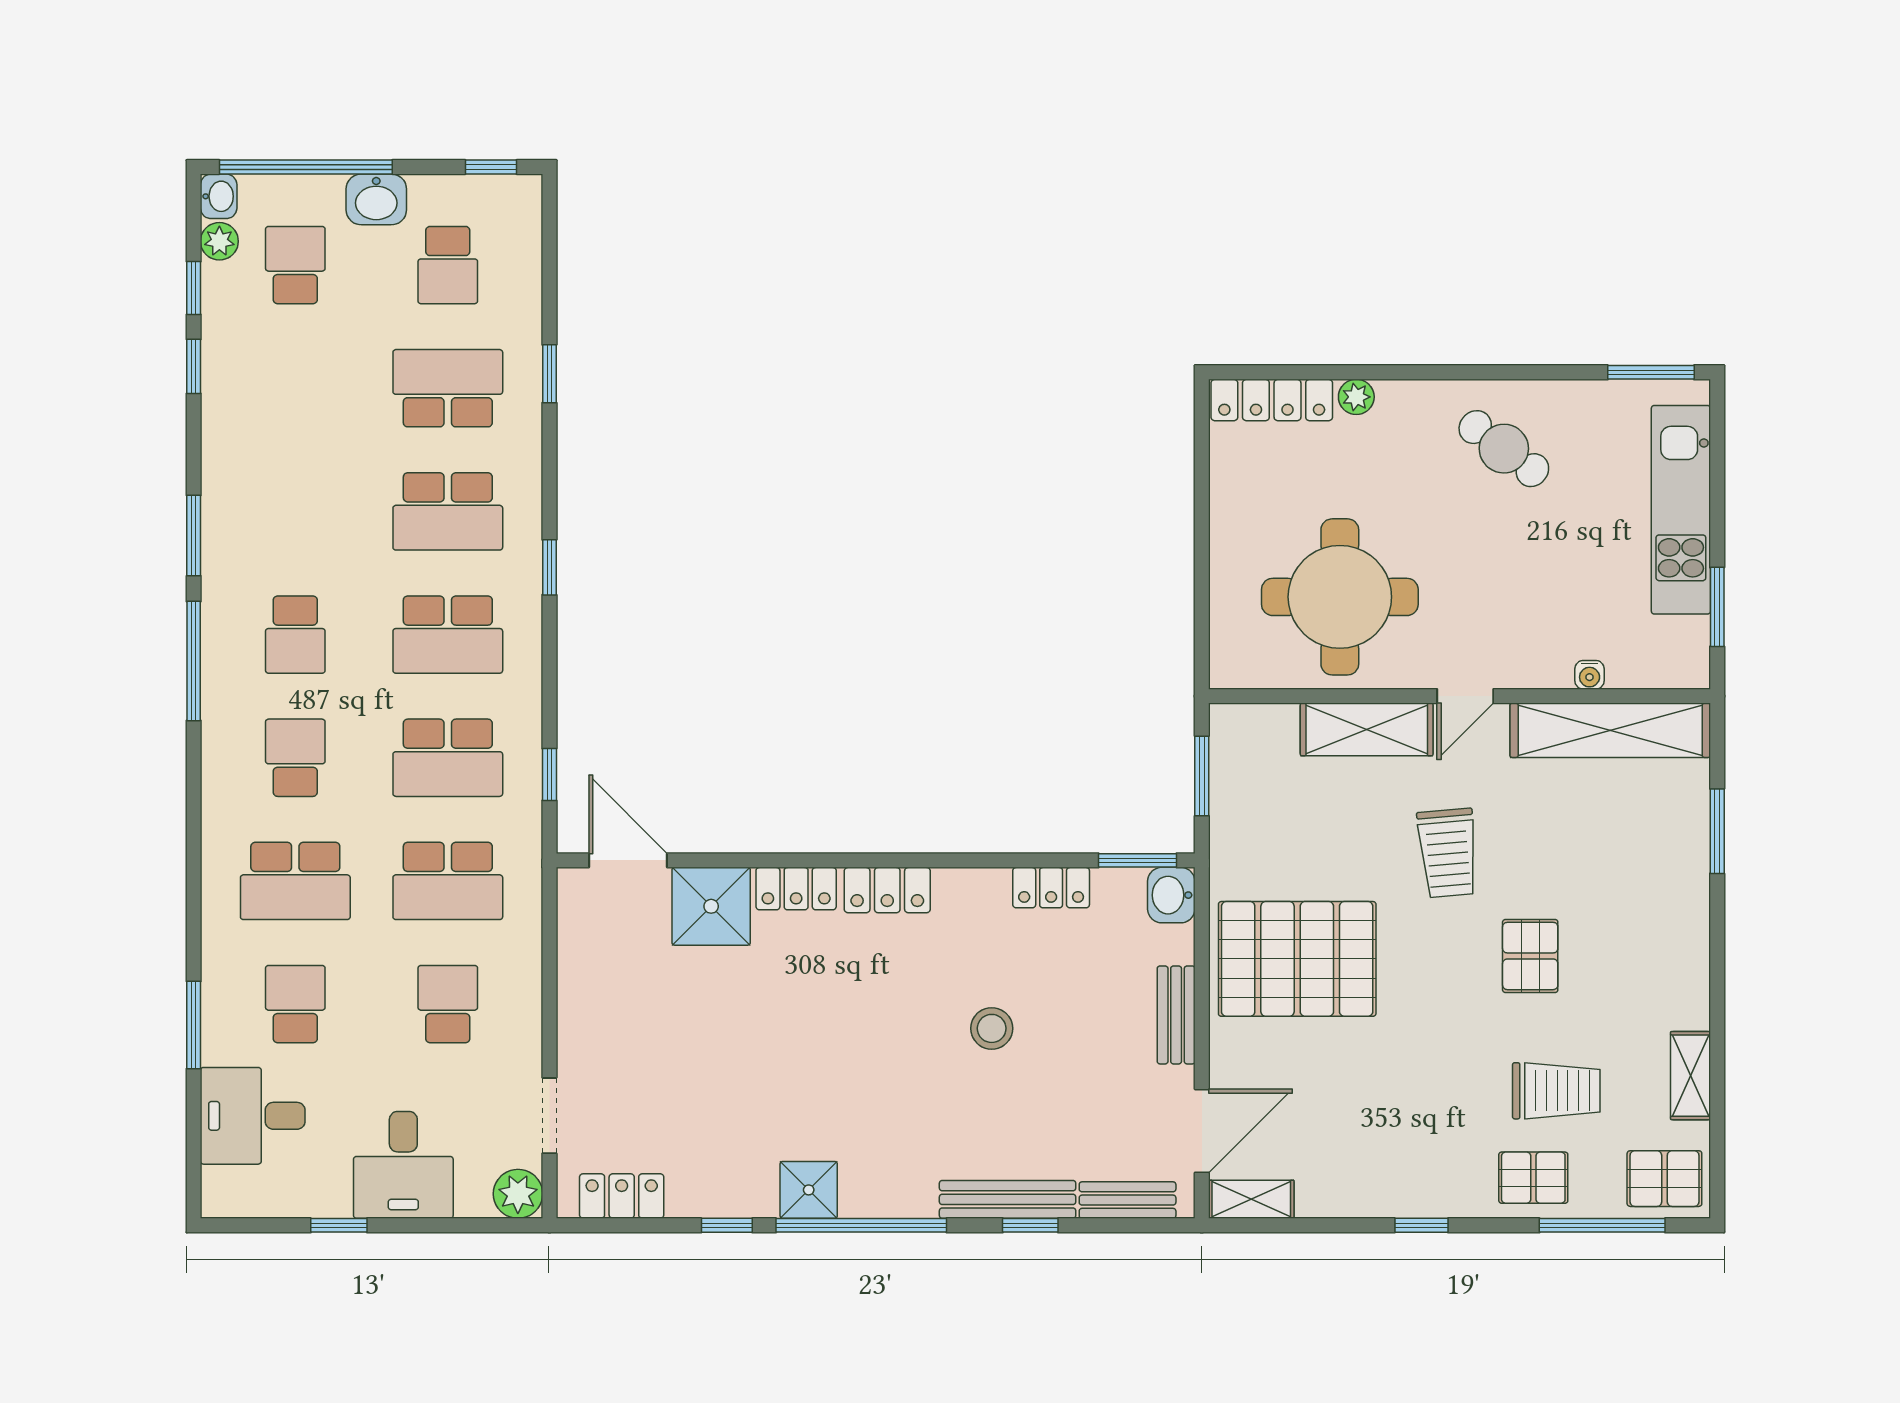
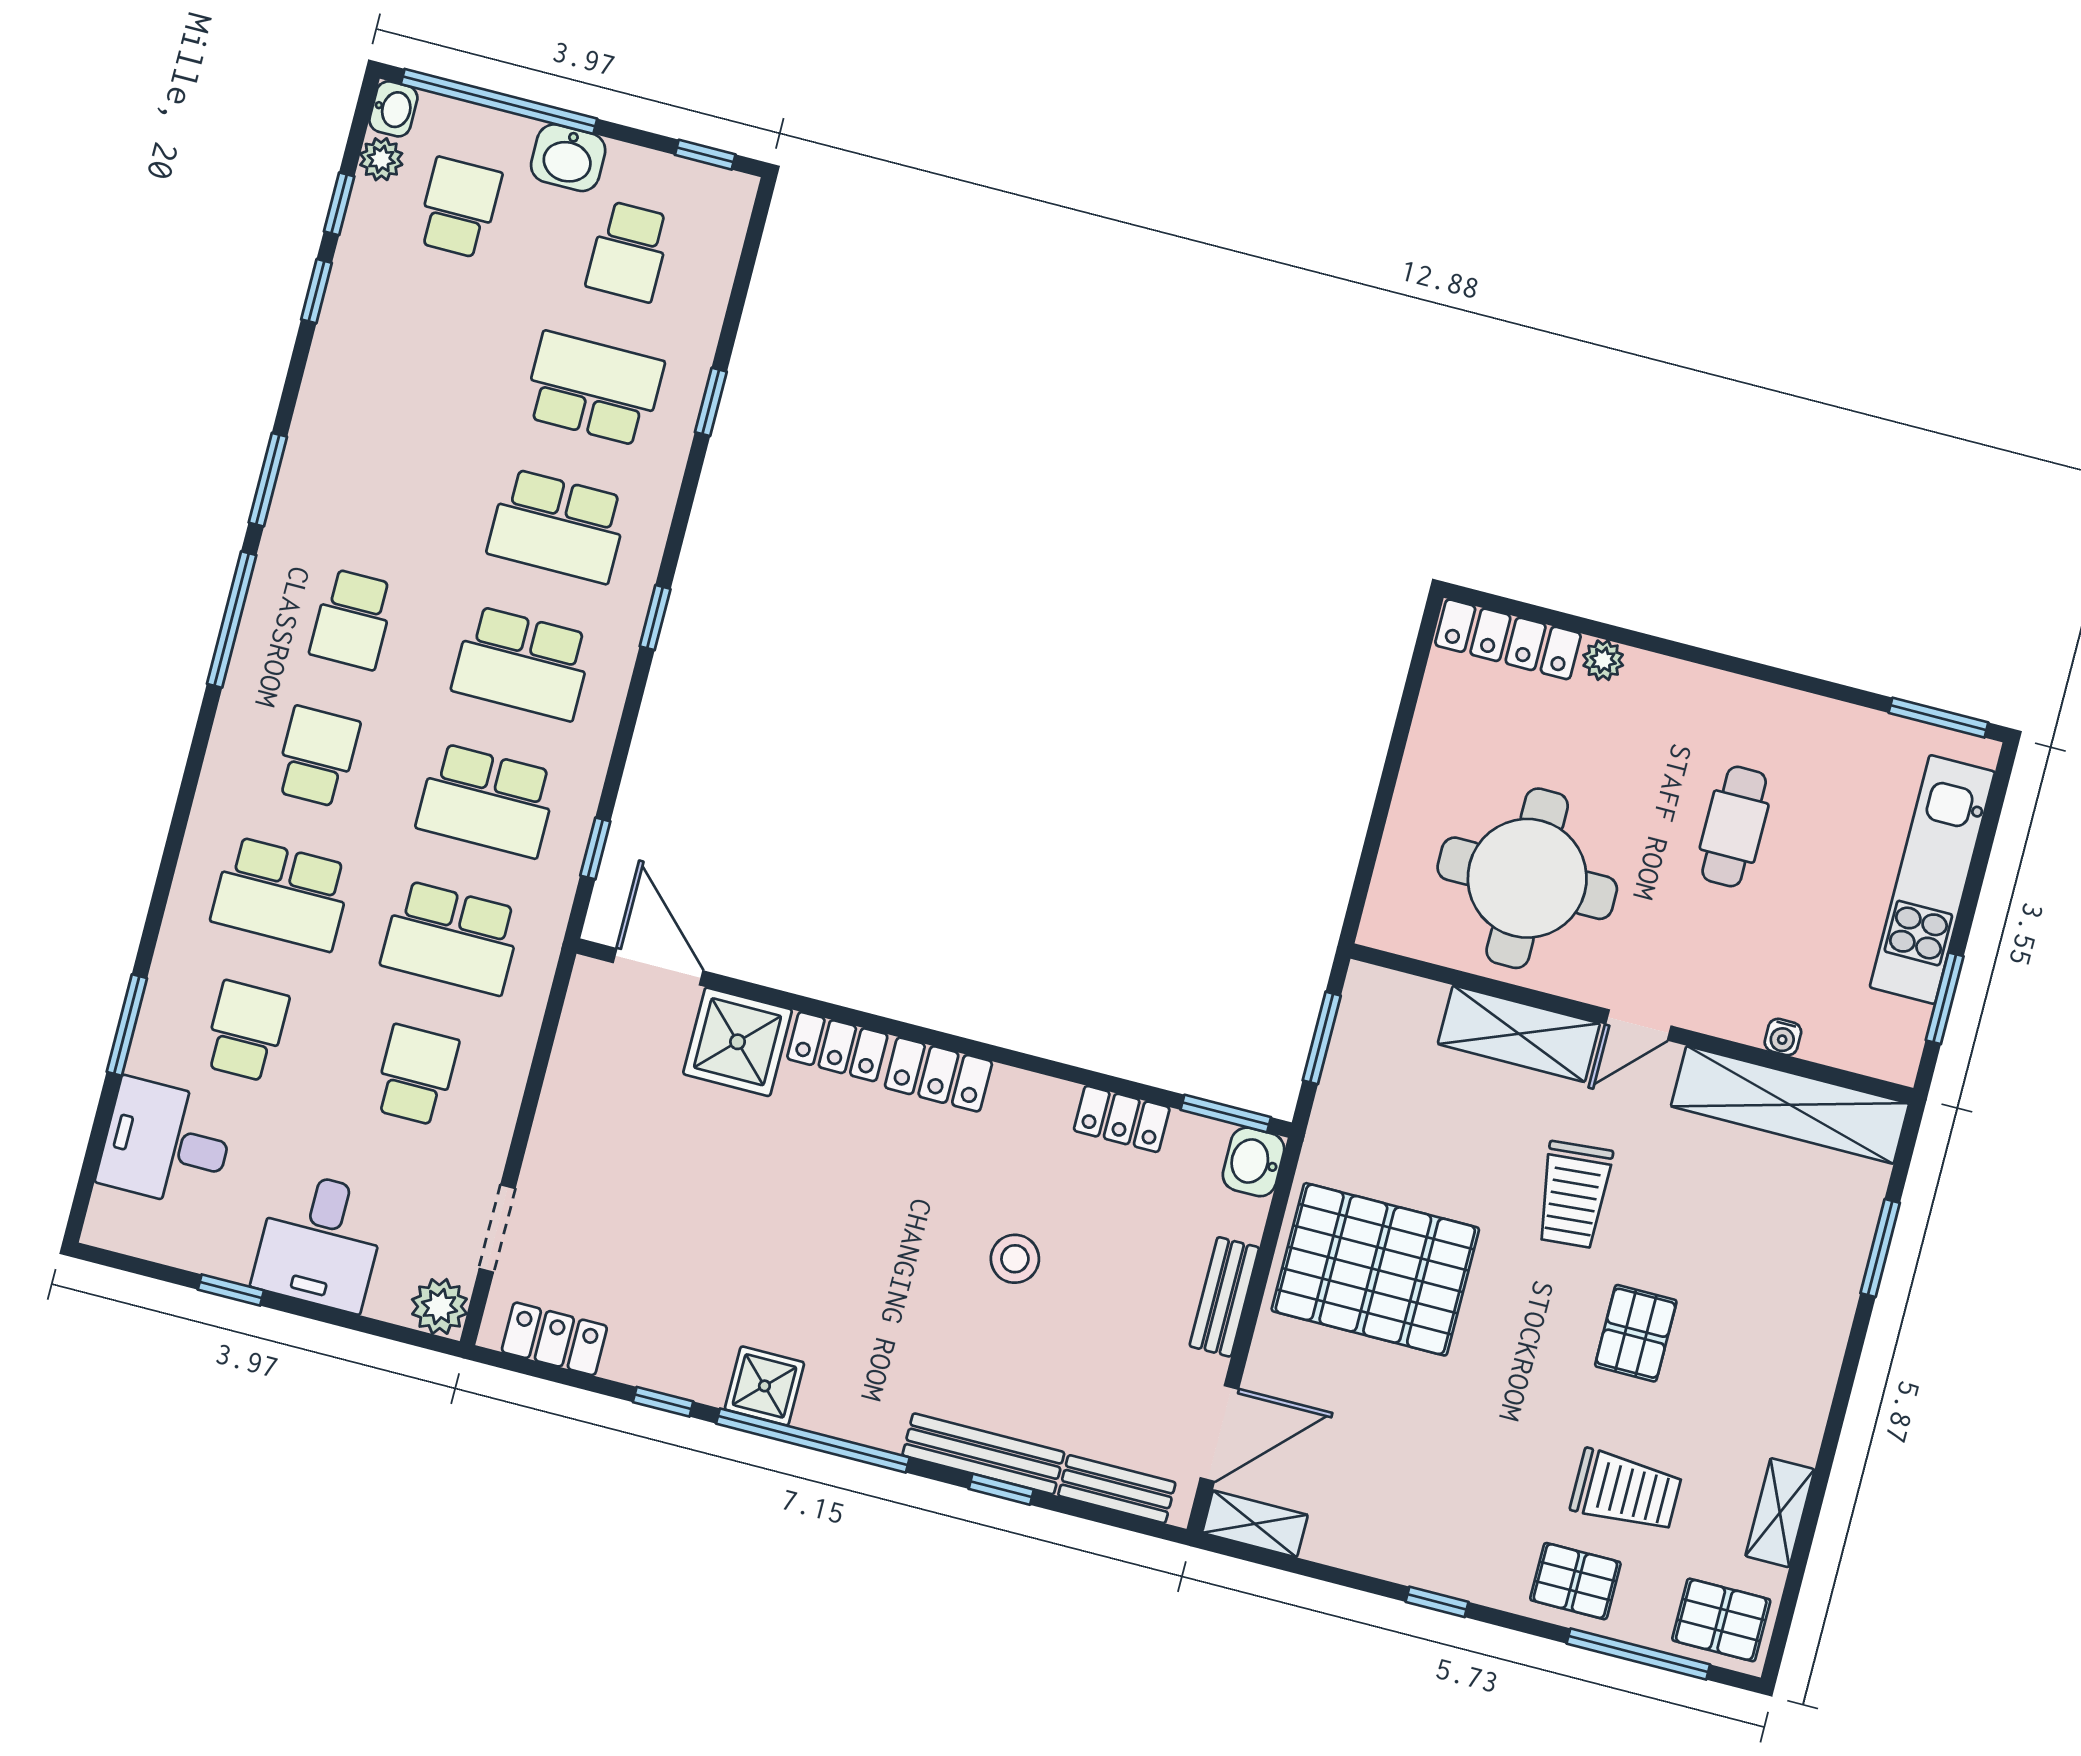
cafe table: (1504, 449) -> (1734, 827), moved, turned 53

